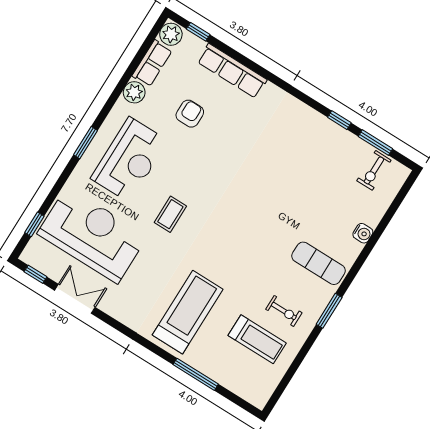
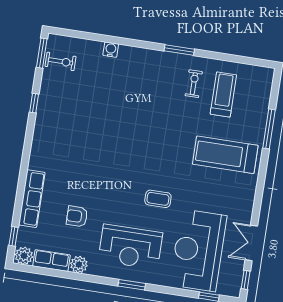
window: (375, 143) -> (42, 53), moved
reception desk: (129, 160) -> (130, 247), turned 180
exercise mat: (319, 263) -> (147, 73), removed

